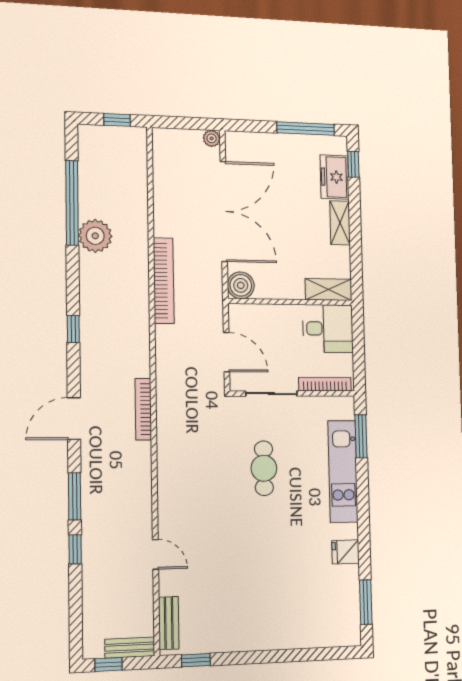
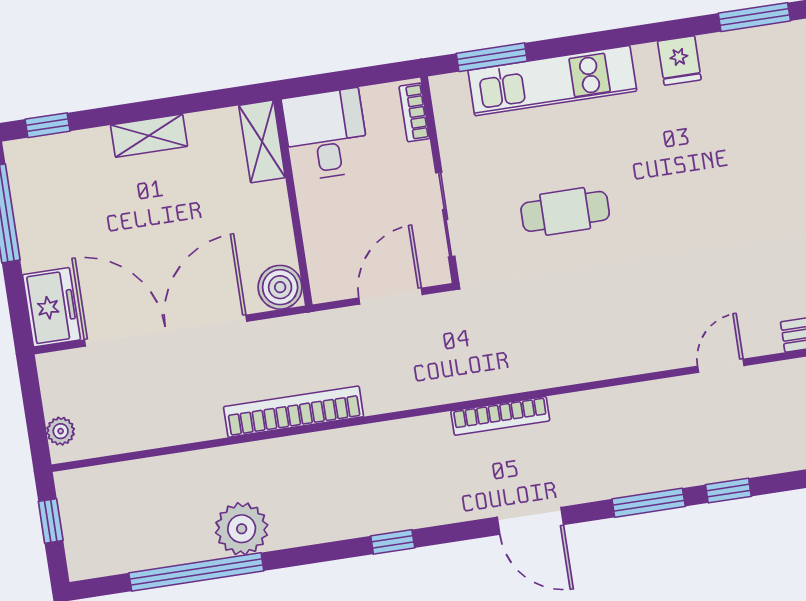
plant: (212, 138) -> (61, 431), moved
freezer: (334, 177) -> (51, 307), moved, turned -90
bookcase: (325, 384) -> (414, 112), width x0.64

